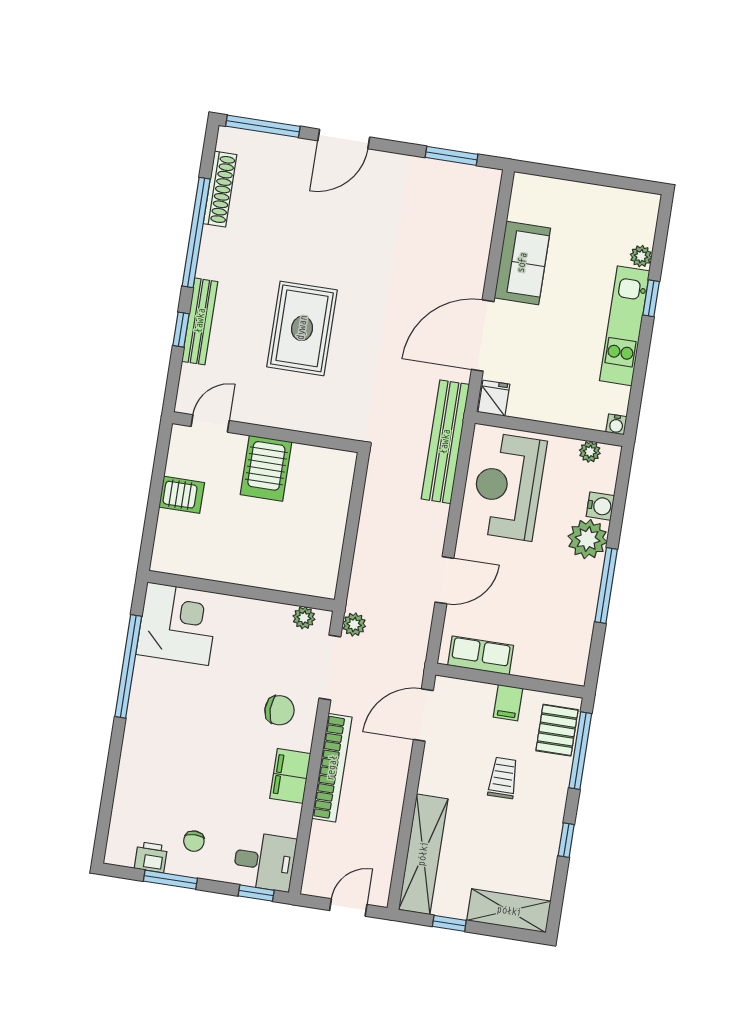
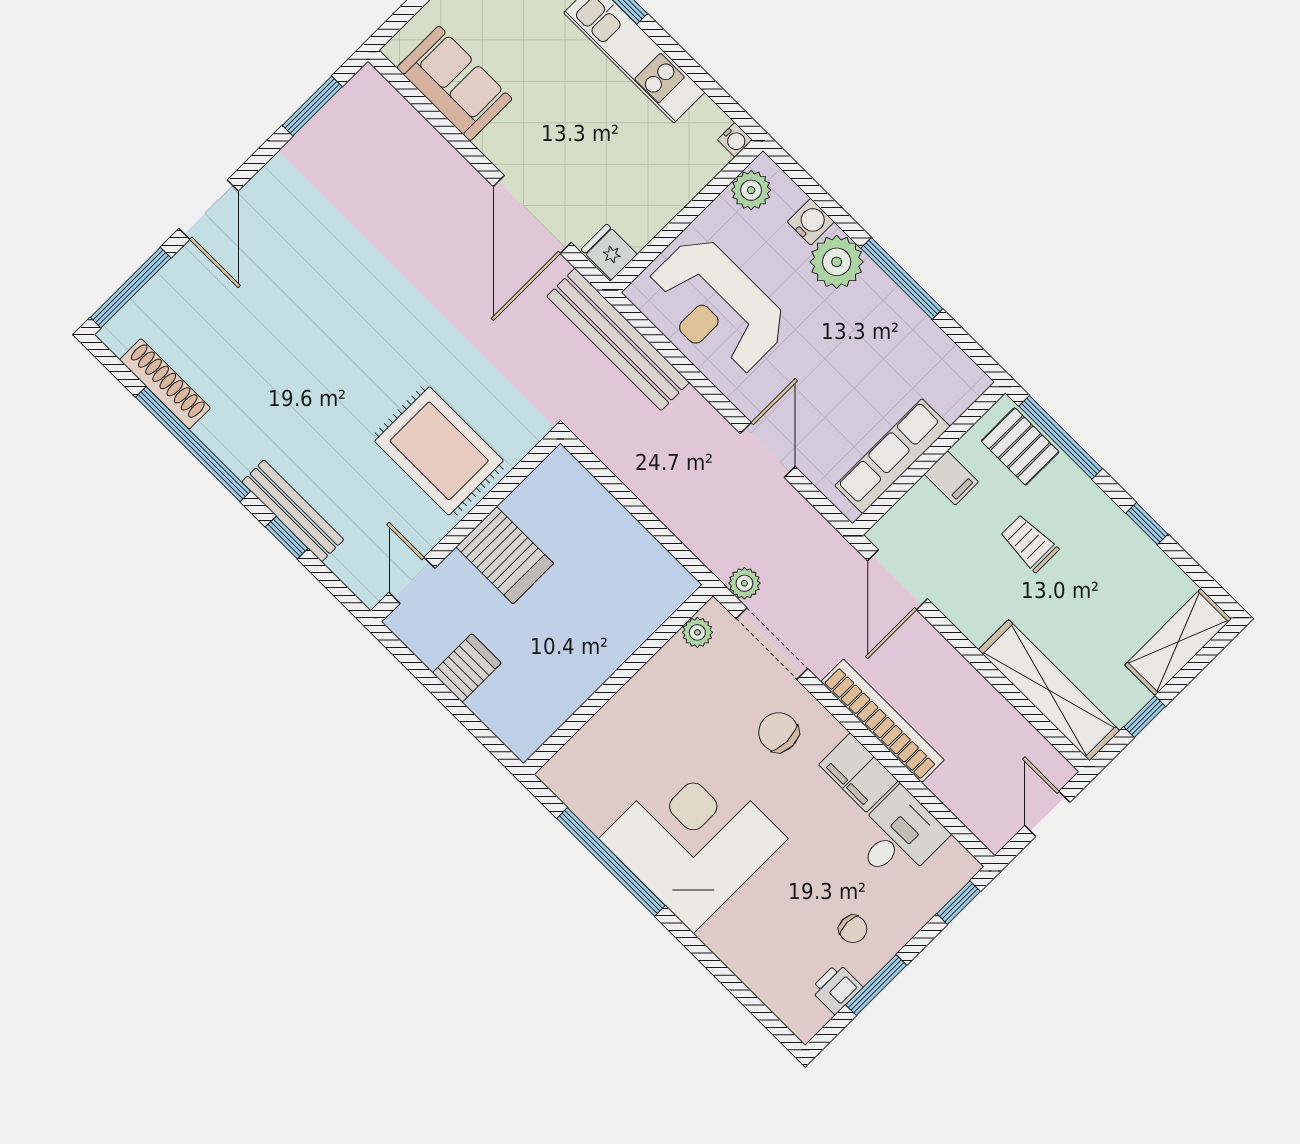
sofa: (522, 263) -> (454, 83), moved
rug: (302, 328) -> (439, 451), moved
plant: (590, 452) -> (751, 190), width x1.38, depth x1.38
corner desk: (178, 624) -> (693, 839), moved, width x1.36, depth x1.36
row of seats: (481, 655) -> (892, 456), width x1.48
chair: (279, 710) -> (778, 732), turned -90
desk: (264, 861) -> (898, 836), moved

